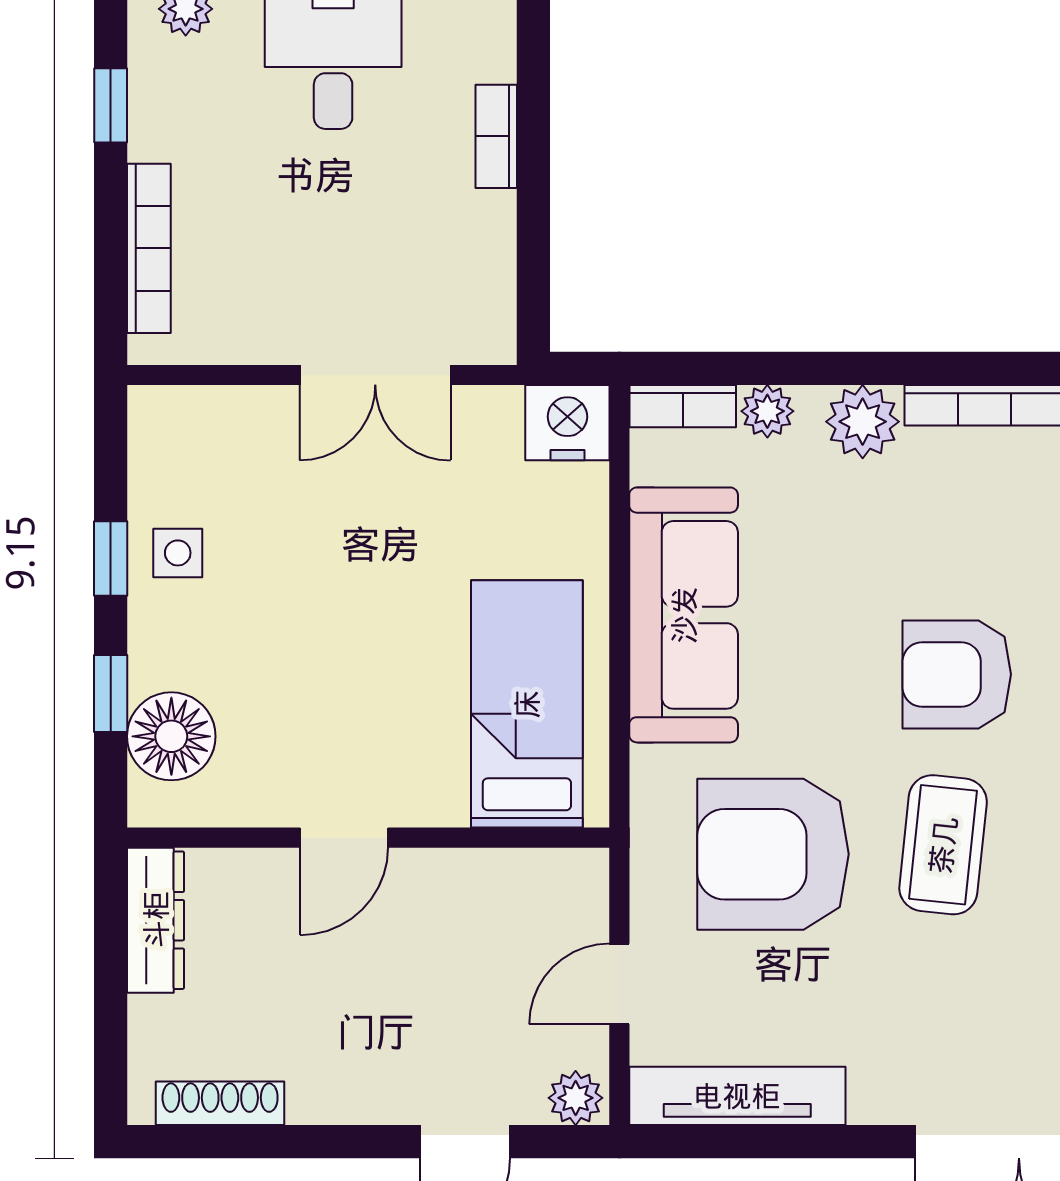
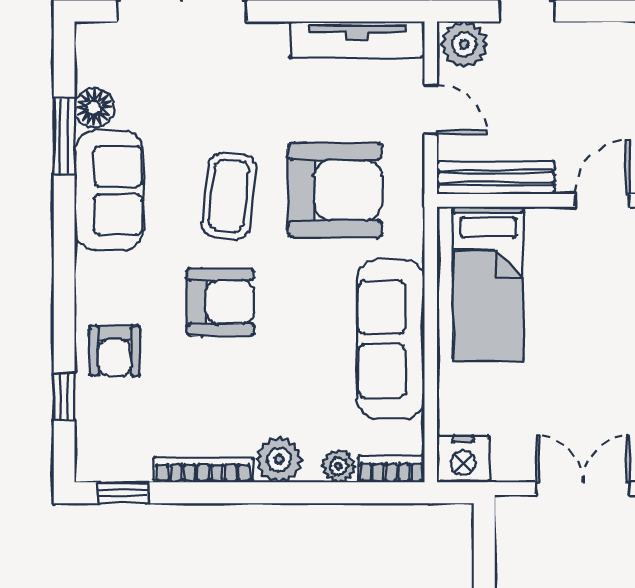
bench: (515, 874) -> (496, 178), added
door: (619, 984) -> (431, 109), hinge flipped
plant: (576, 1098) -> (464, 44), width x1.38, depth x1.38

